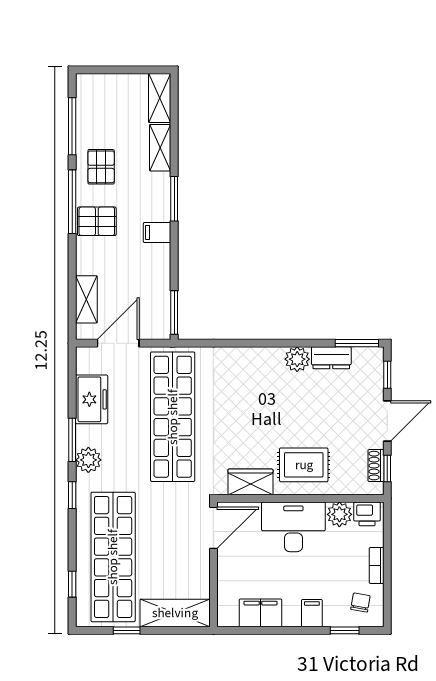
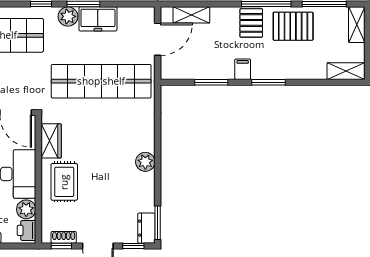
shelving: (160, 148) -> (357, 25), moved, turned 90
pallet: (101, 167) -> (293, 26), width x1.50, depth x1.42
window: (174, 313) -> (211, 82), moved
door: (118, 343) -> (158, 39), hinge flipped
dresser: (331, 358) -> (146, 228), moved
plant: (297, 359) -> (145, 162), moved
freezer: (92, 399) -> (98, 19), moved

